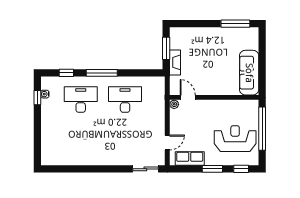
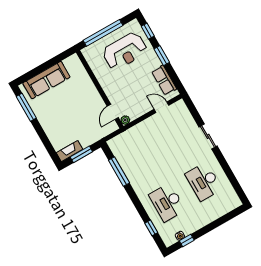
fireplace: (175, 62) -> (70, 151), moved
window: (102, 73) -> (119, 171), moved
sofa: (249, 73) -> (46, 80), moved
desk: (125, 100) -> (203, 182), moved
reception desk: (235, 139) -> (125, 51), turned -90
sliding door: (145, 169) -> (208, 136), moved

